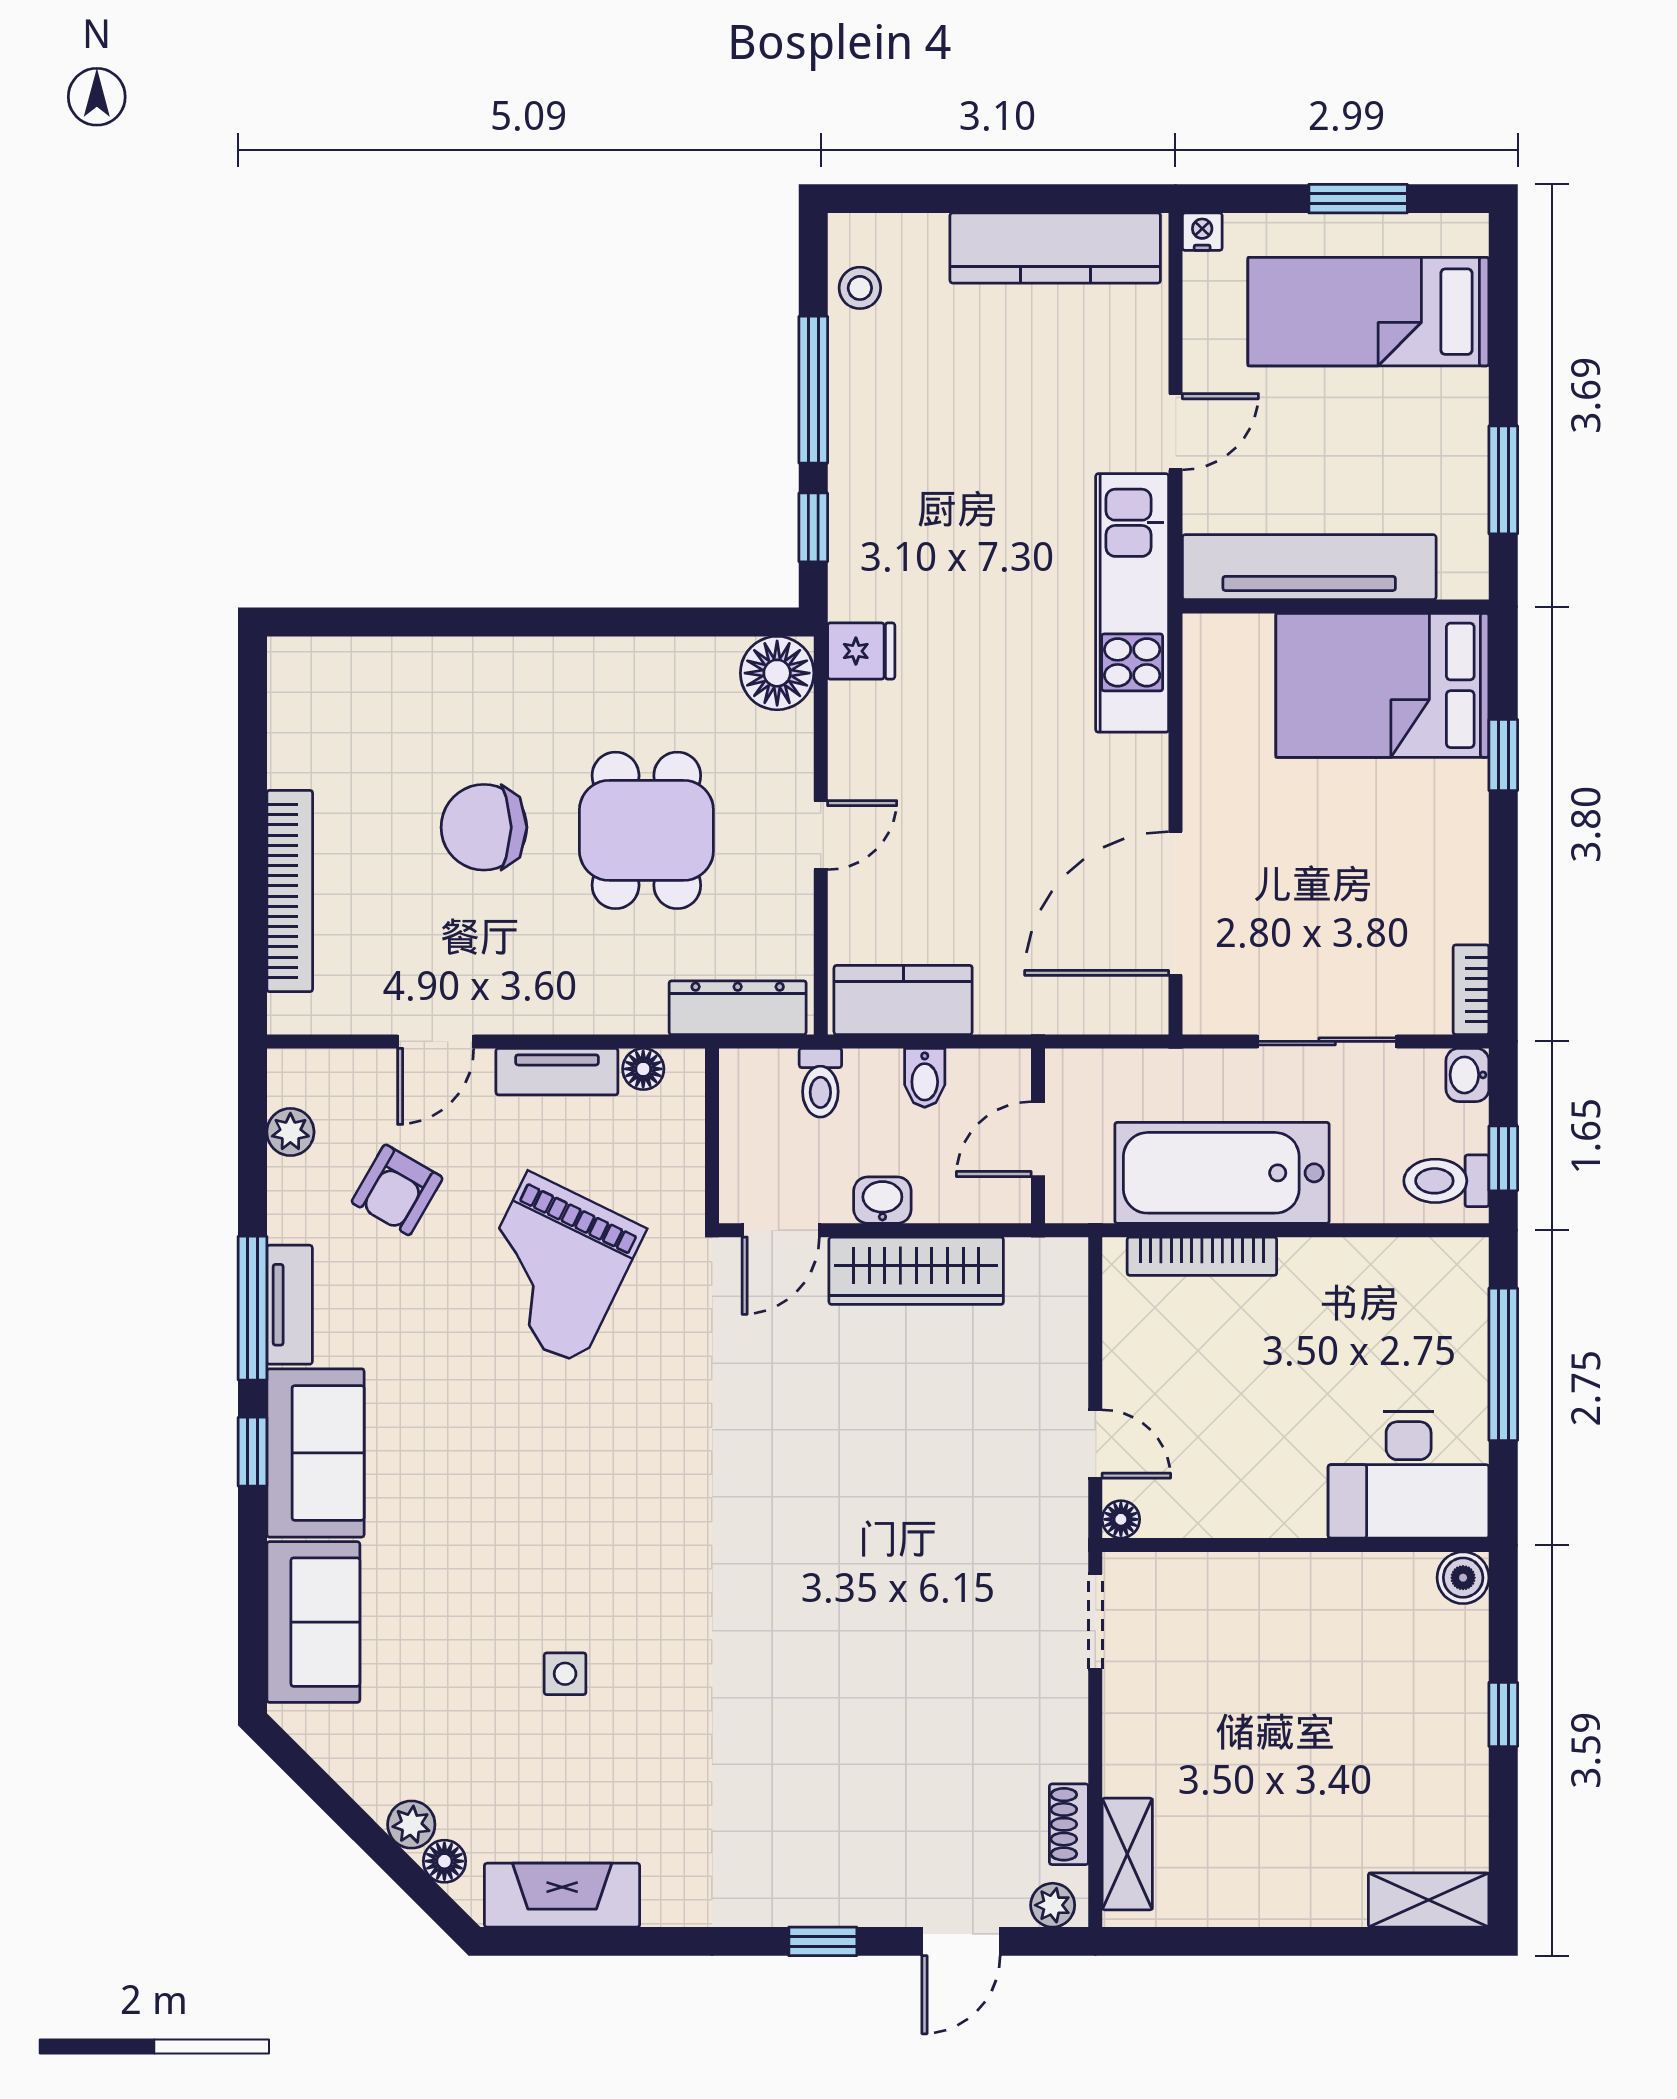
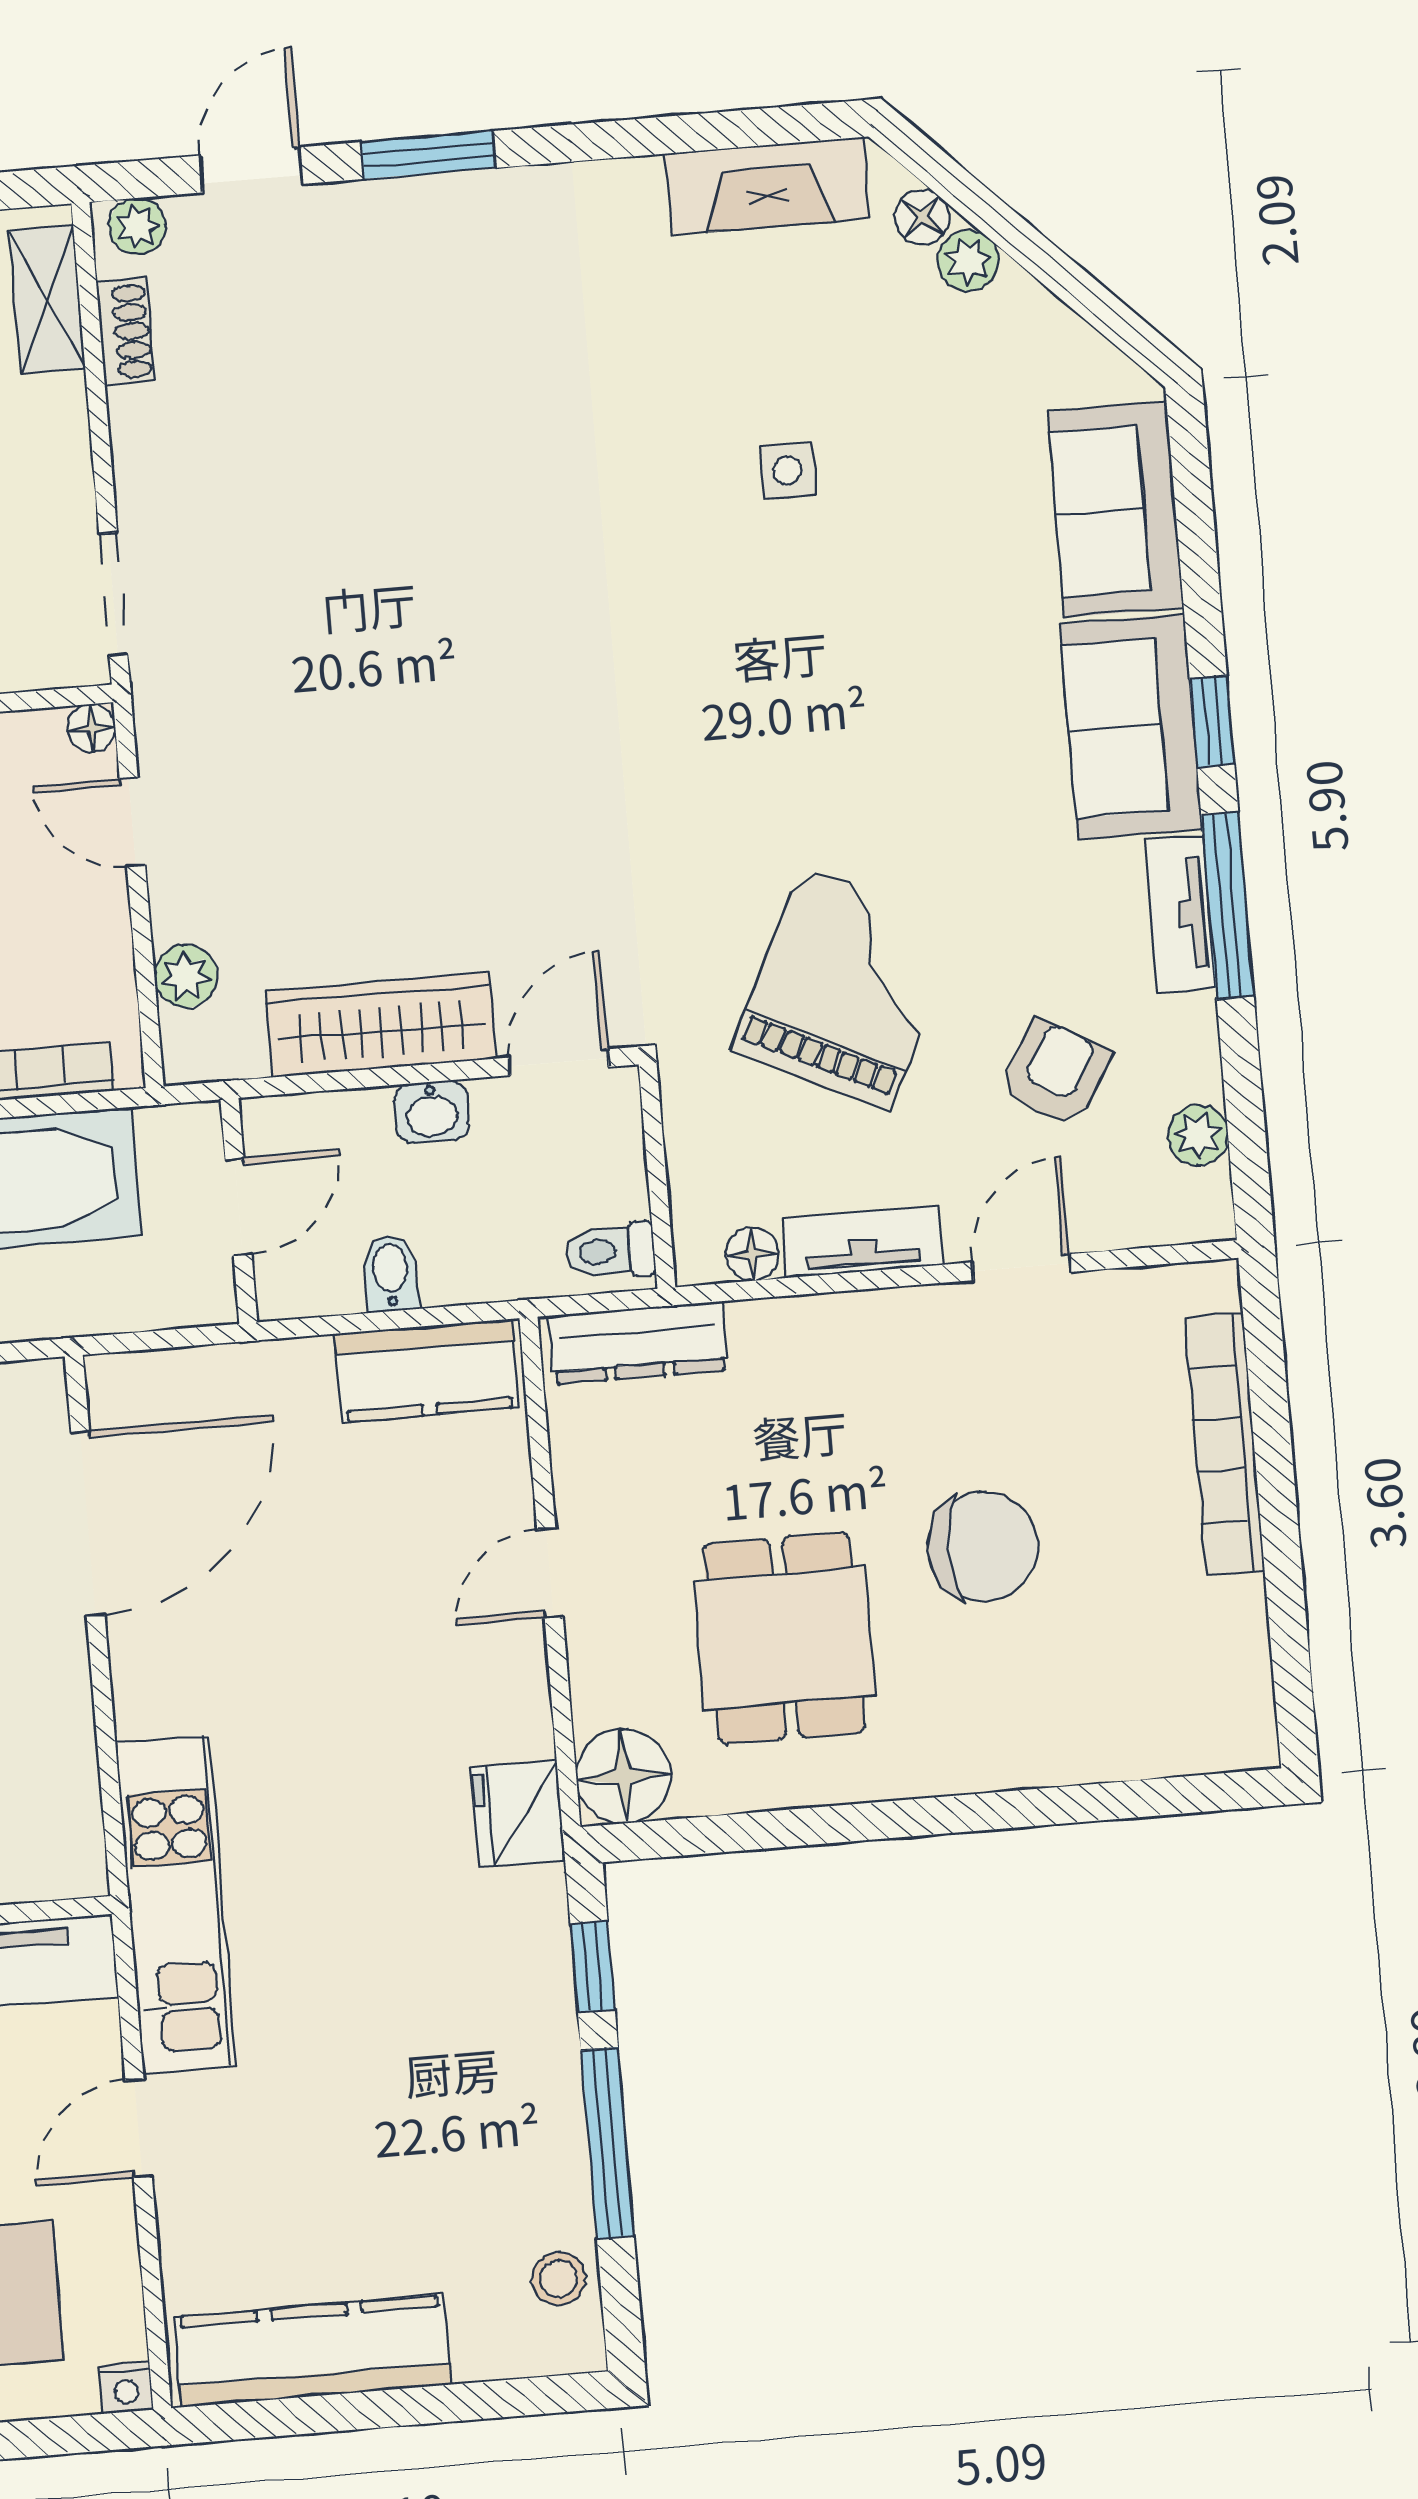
fridge: (861, 651) -> (518, 1813), width x1.38
dining table: (646, 830) -> (784, 1638), moved
toilet: (820, 1083) -> (610, 1251), moved, turned -90
plant: (1064, 1321) -> (186, 976), added
window: (823, 1941) -> (428, 155), width x1.50

